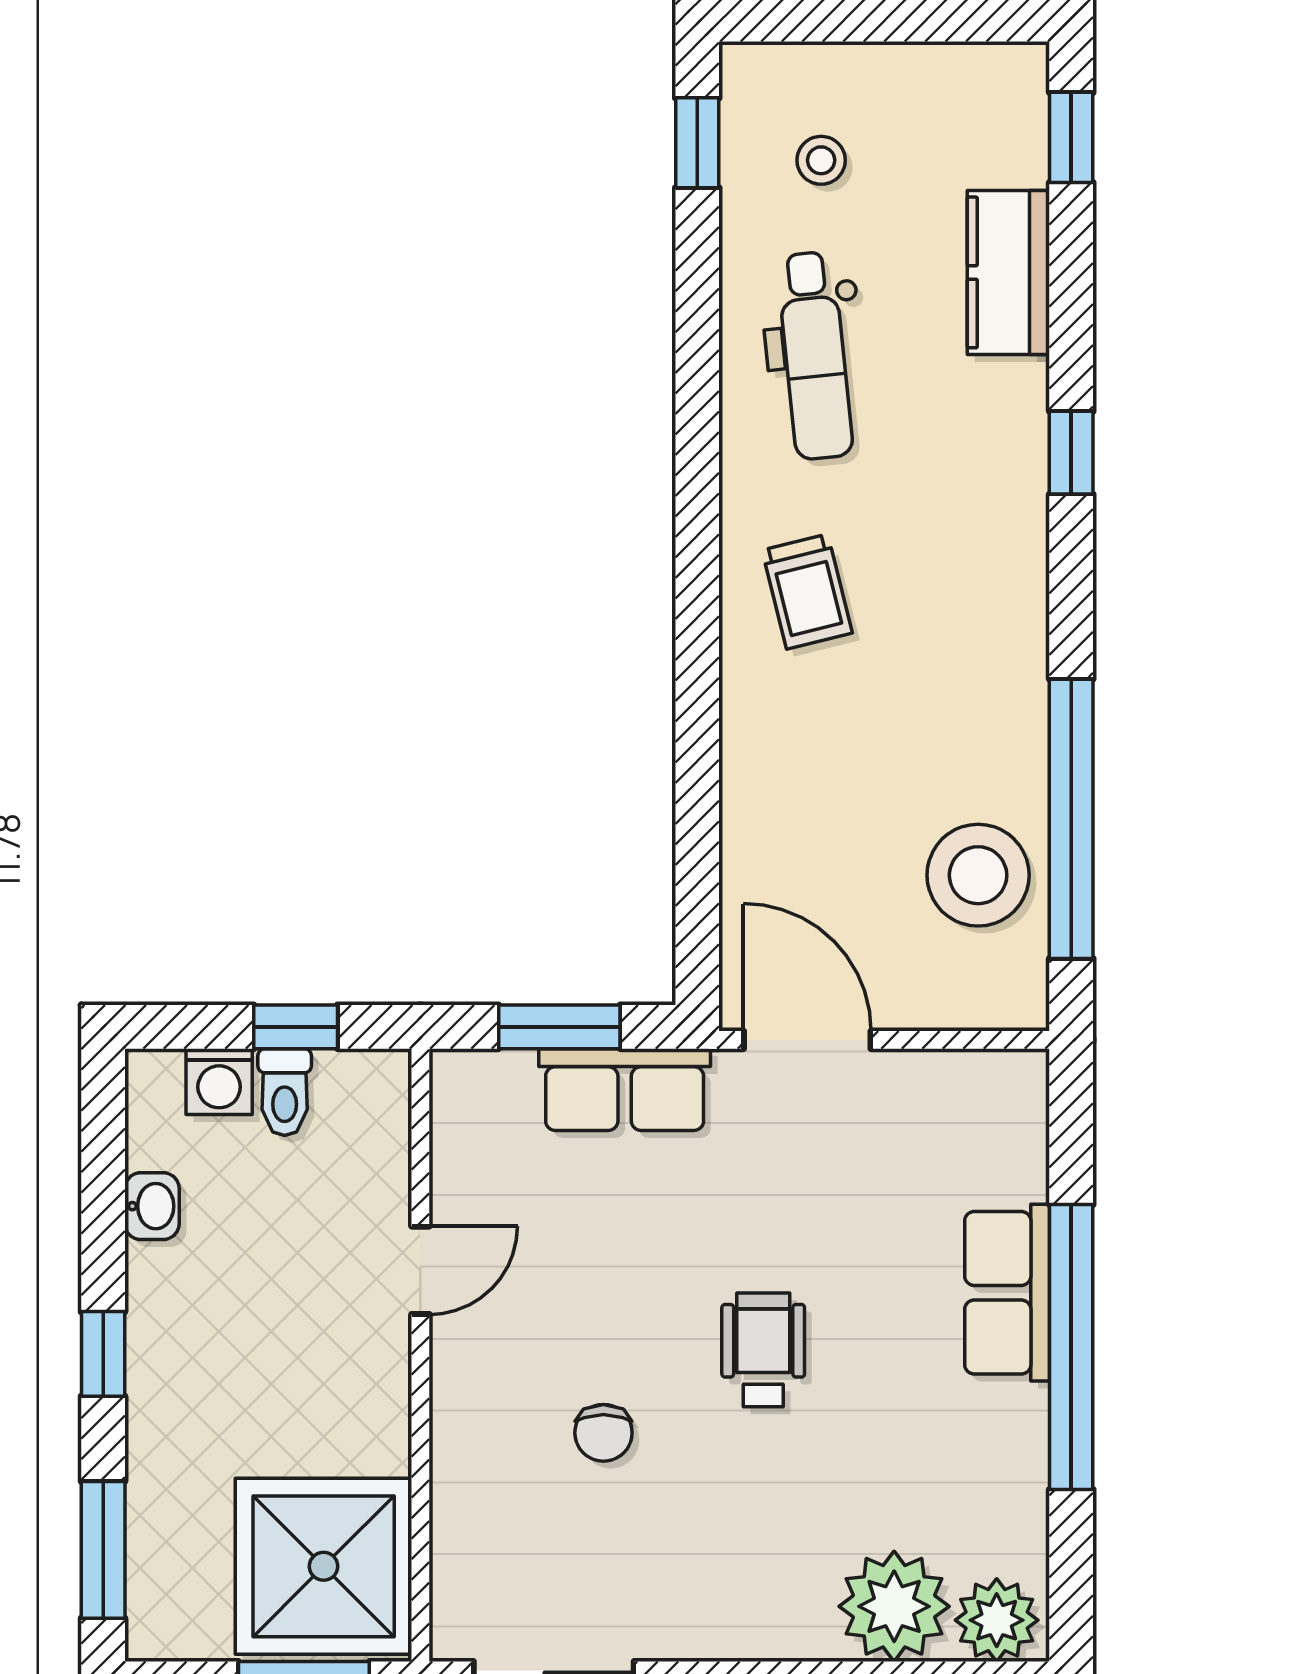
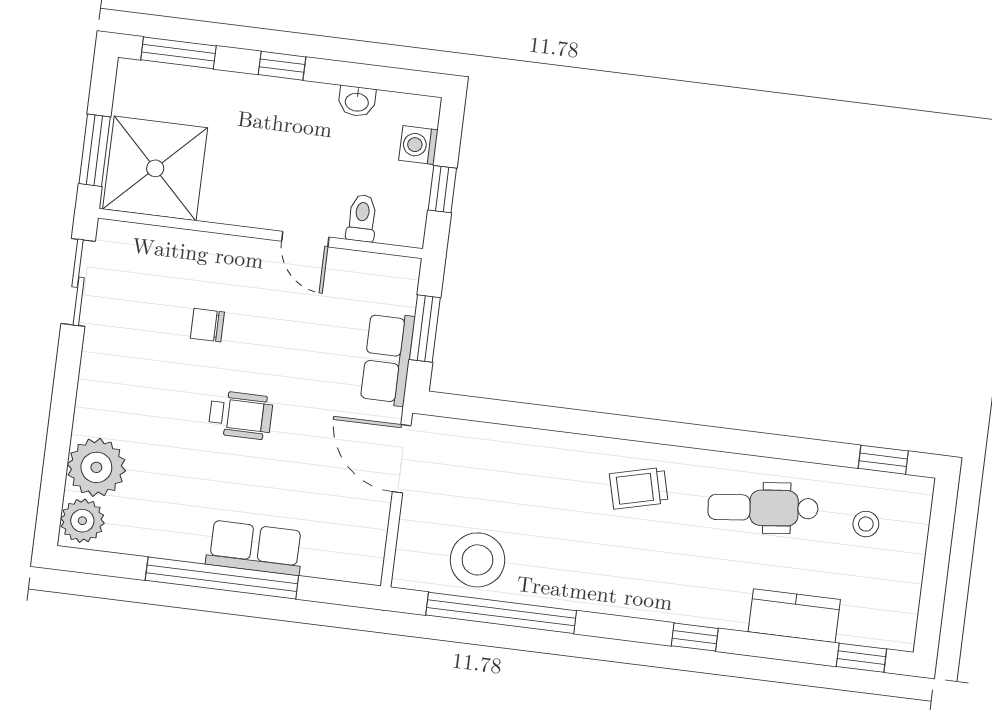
door: (807, 1040) -> (402, 459), swing flipped
toilet: (285, 1092) -> (362, 218), moved, turned 90

